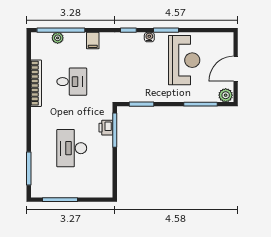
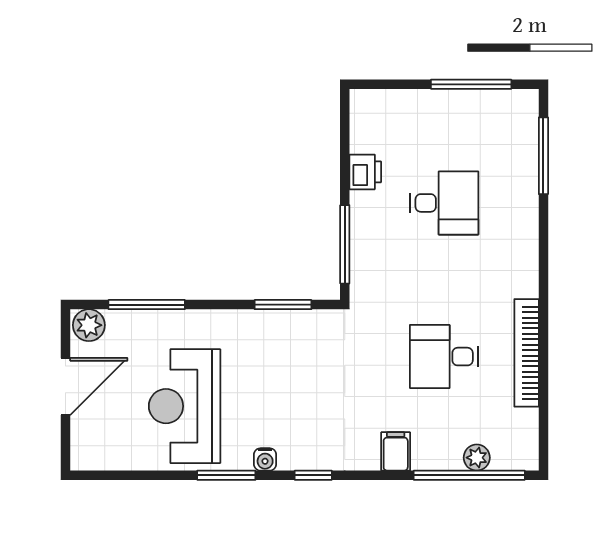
printer: (106, 128) -> (365, 172), moved
desk: (72, 148) -> (444, 203), width x0.73

